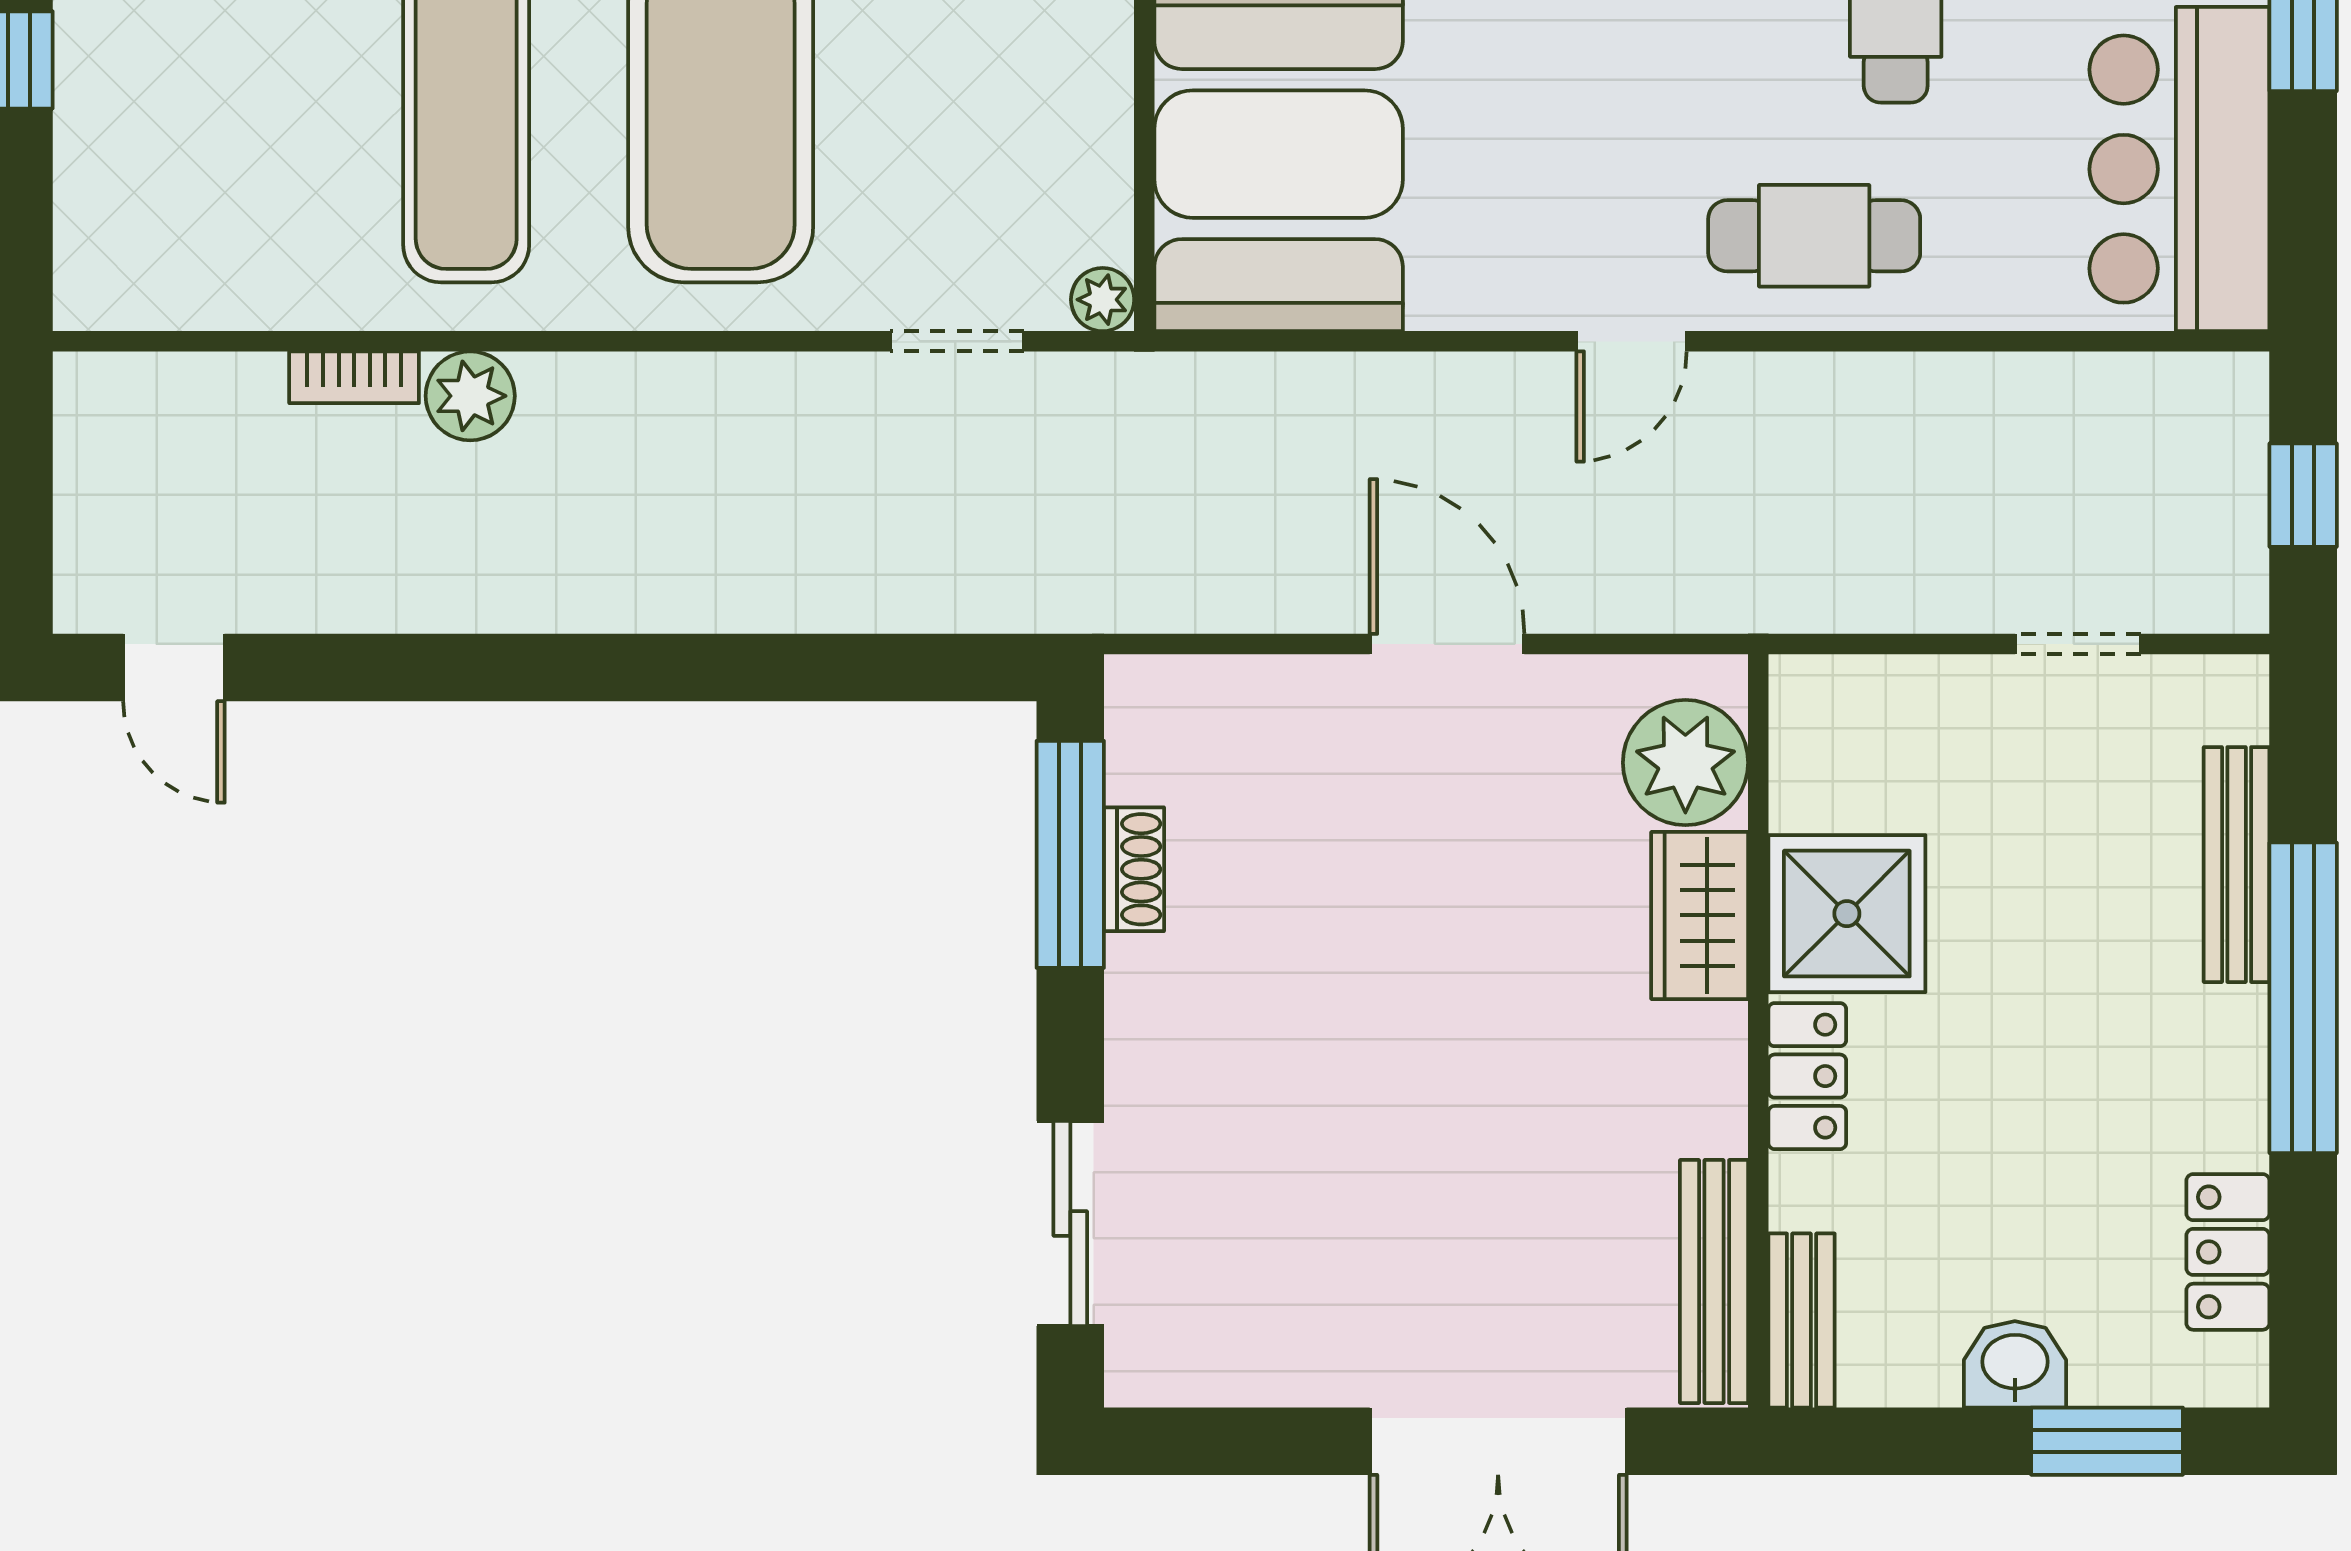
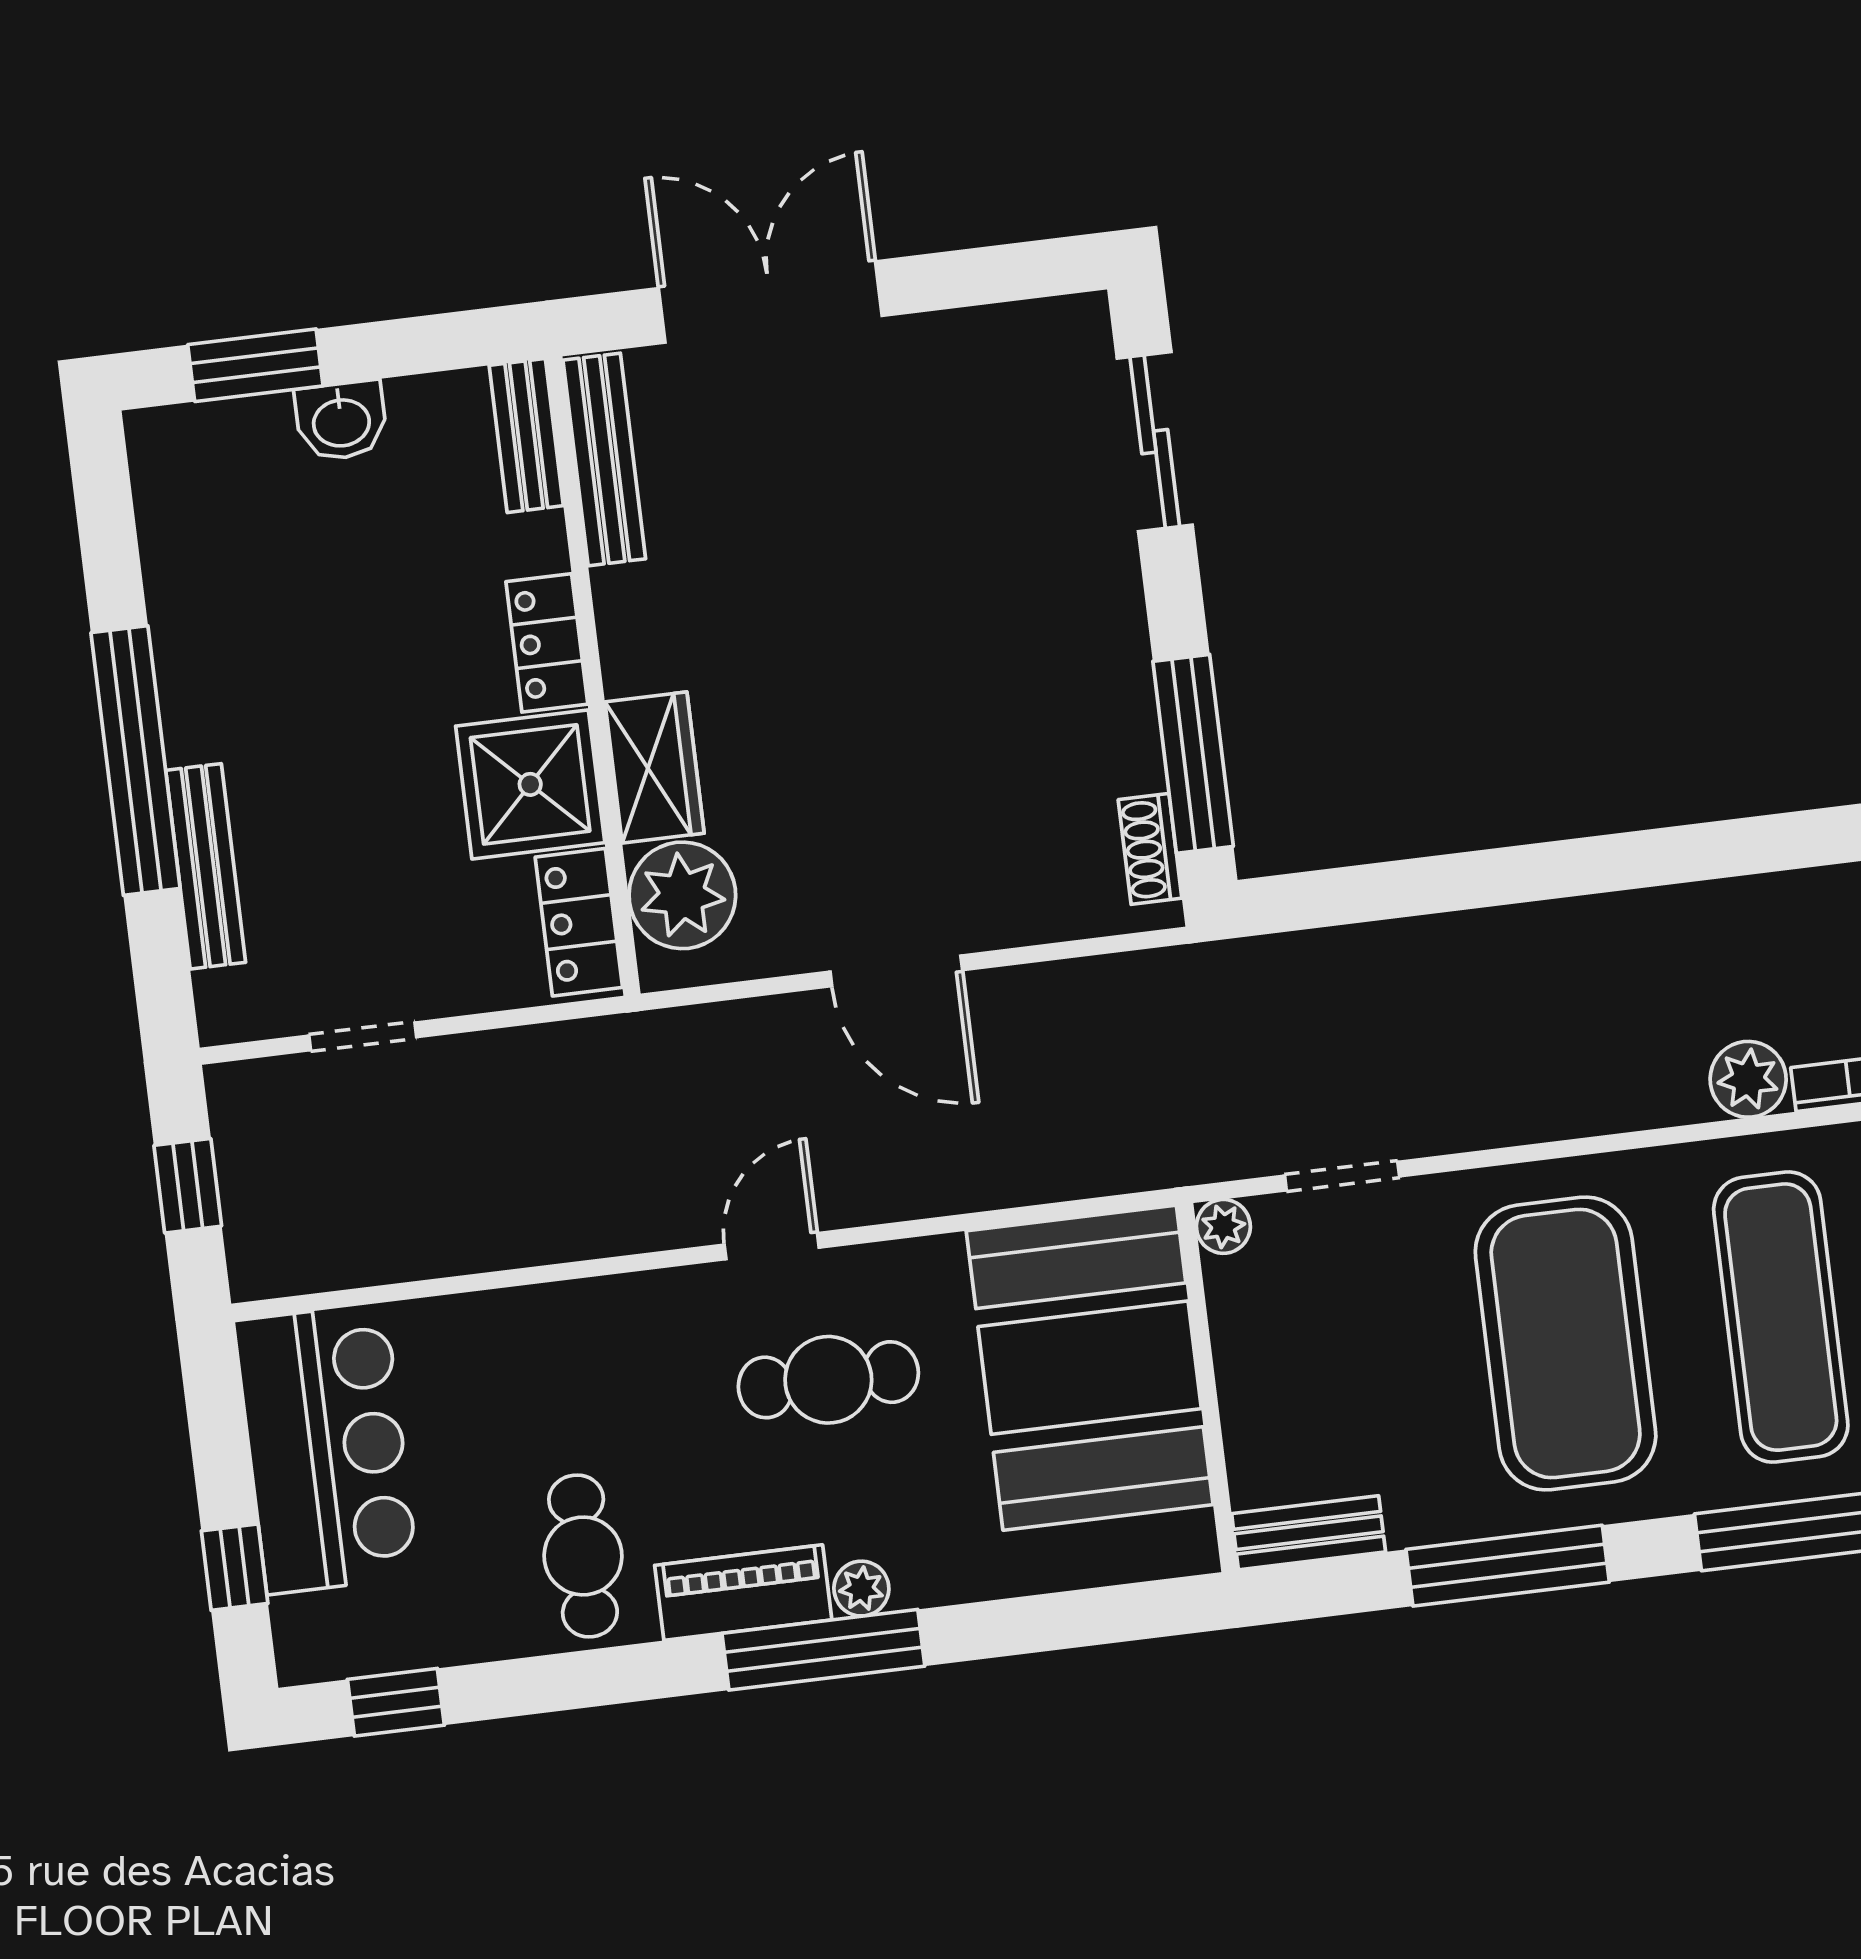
cafe table: (1814, 236) -> (828, 1380), moved
shoe rack: (1134, 869) -> (1150, 849), moved
locker: (2228, 1252) -> (579, 922), moved, turned 180

